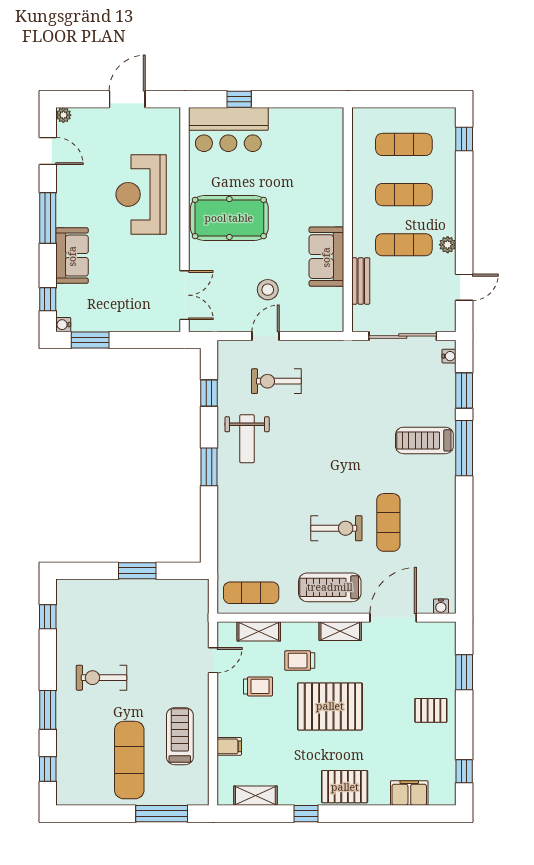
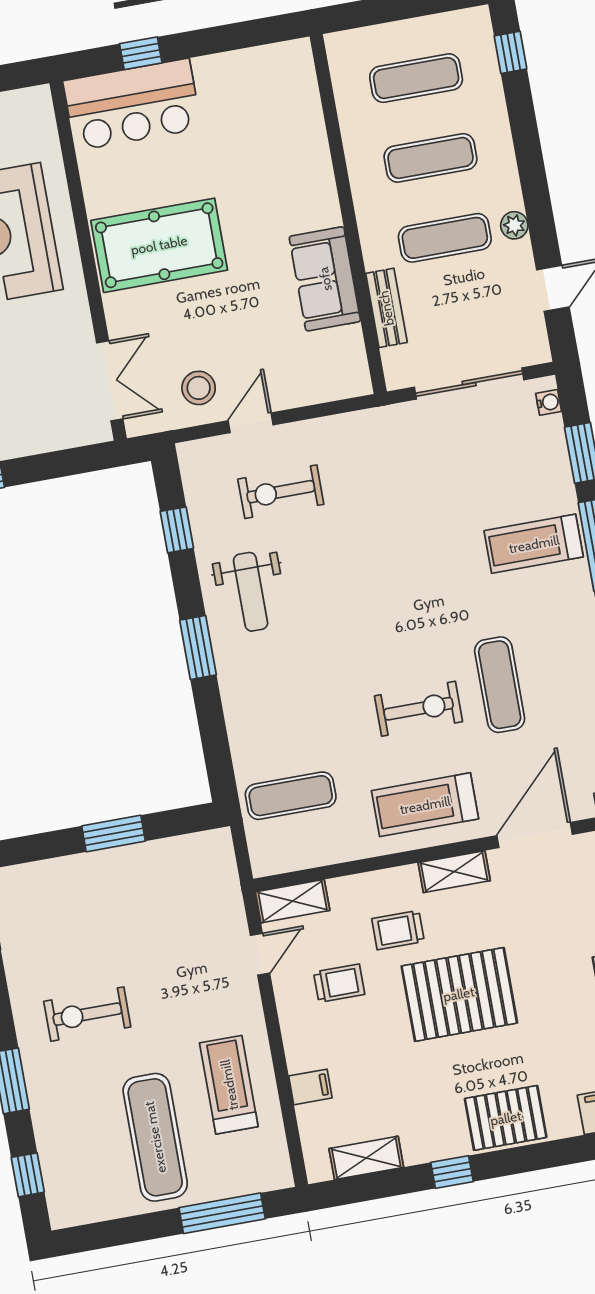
stool: (268, 290) -> (199, 388), moved
exercise mat: (251, 593) -> (291, 796), moved
shelving: (259, 631) -> (293, 901), moved

